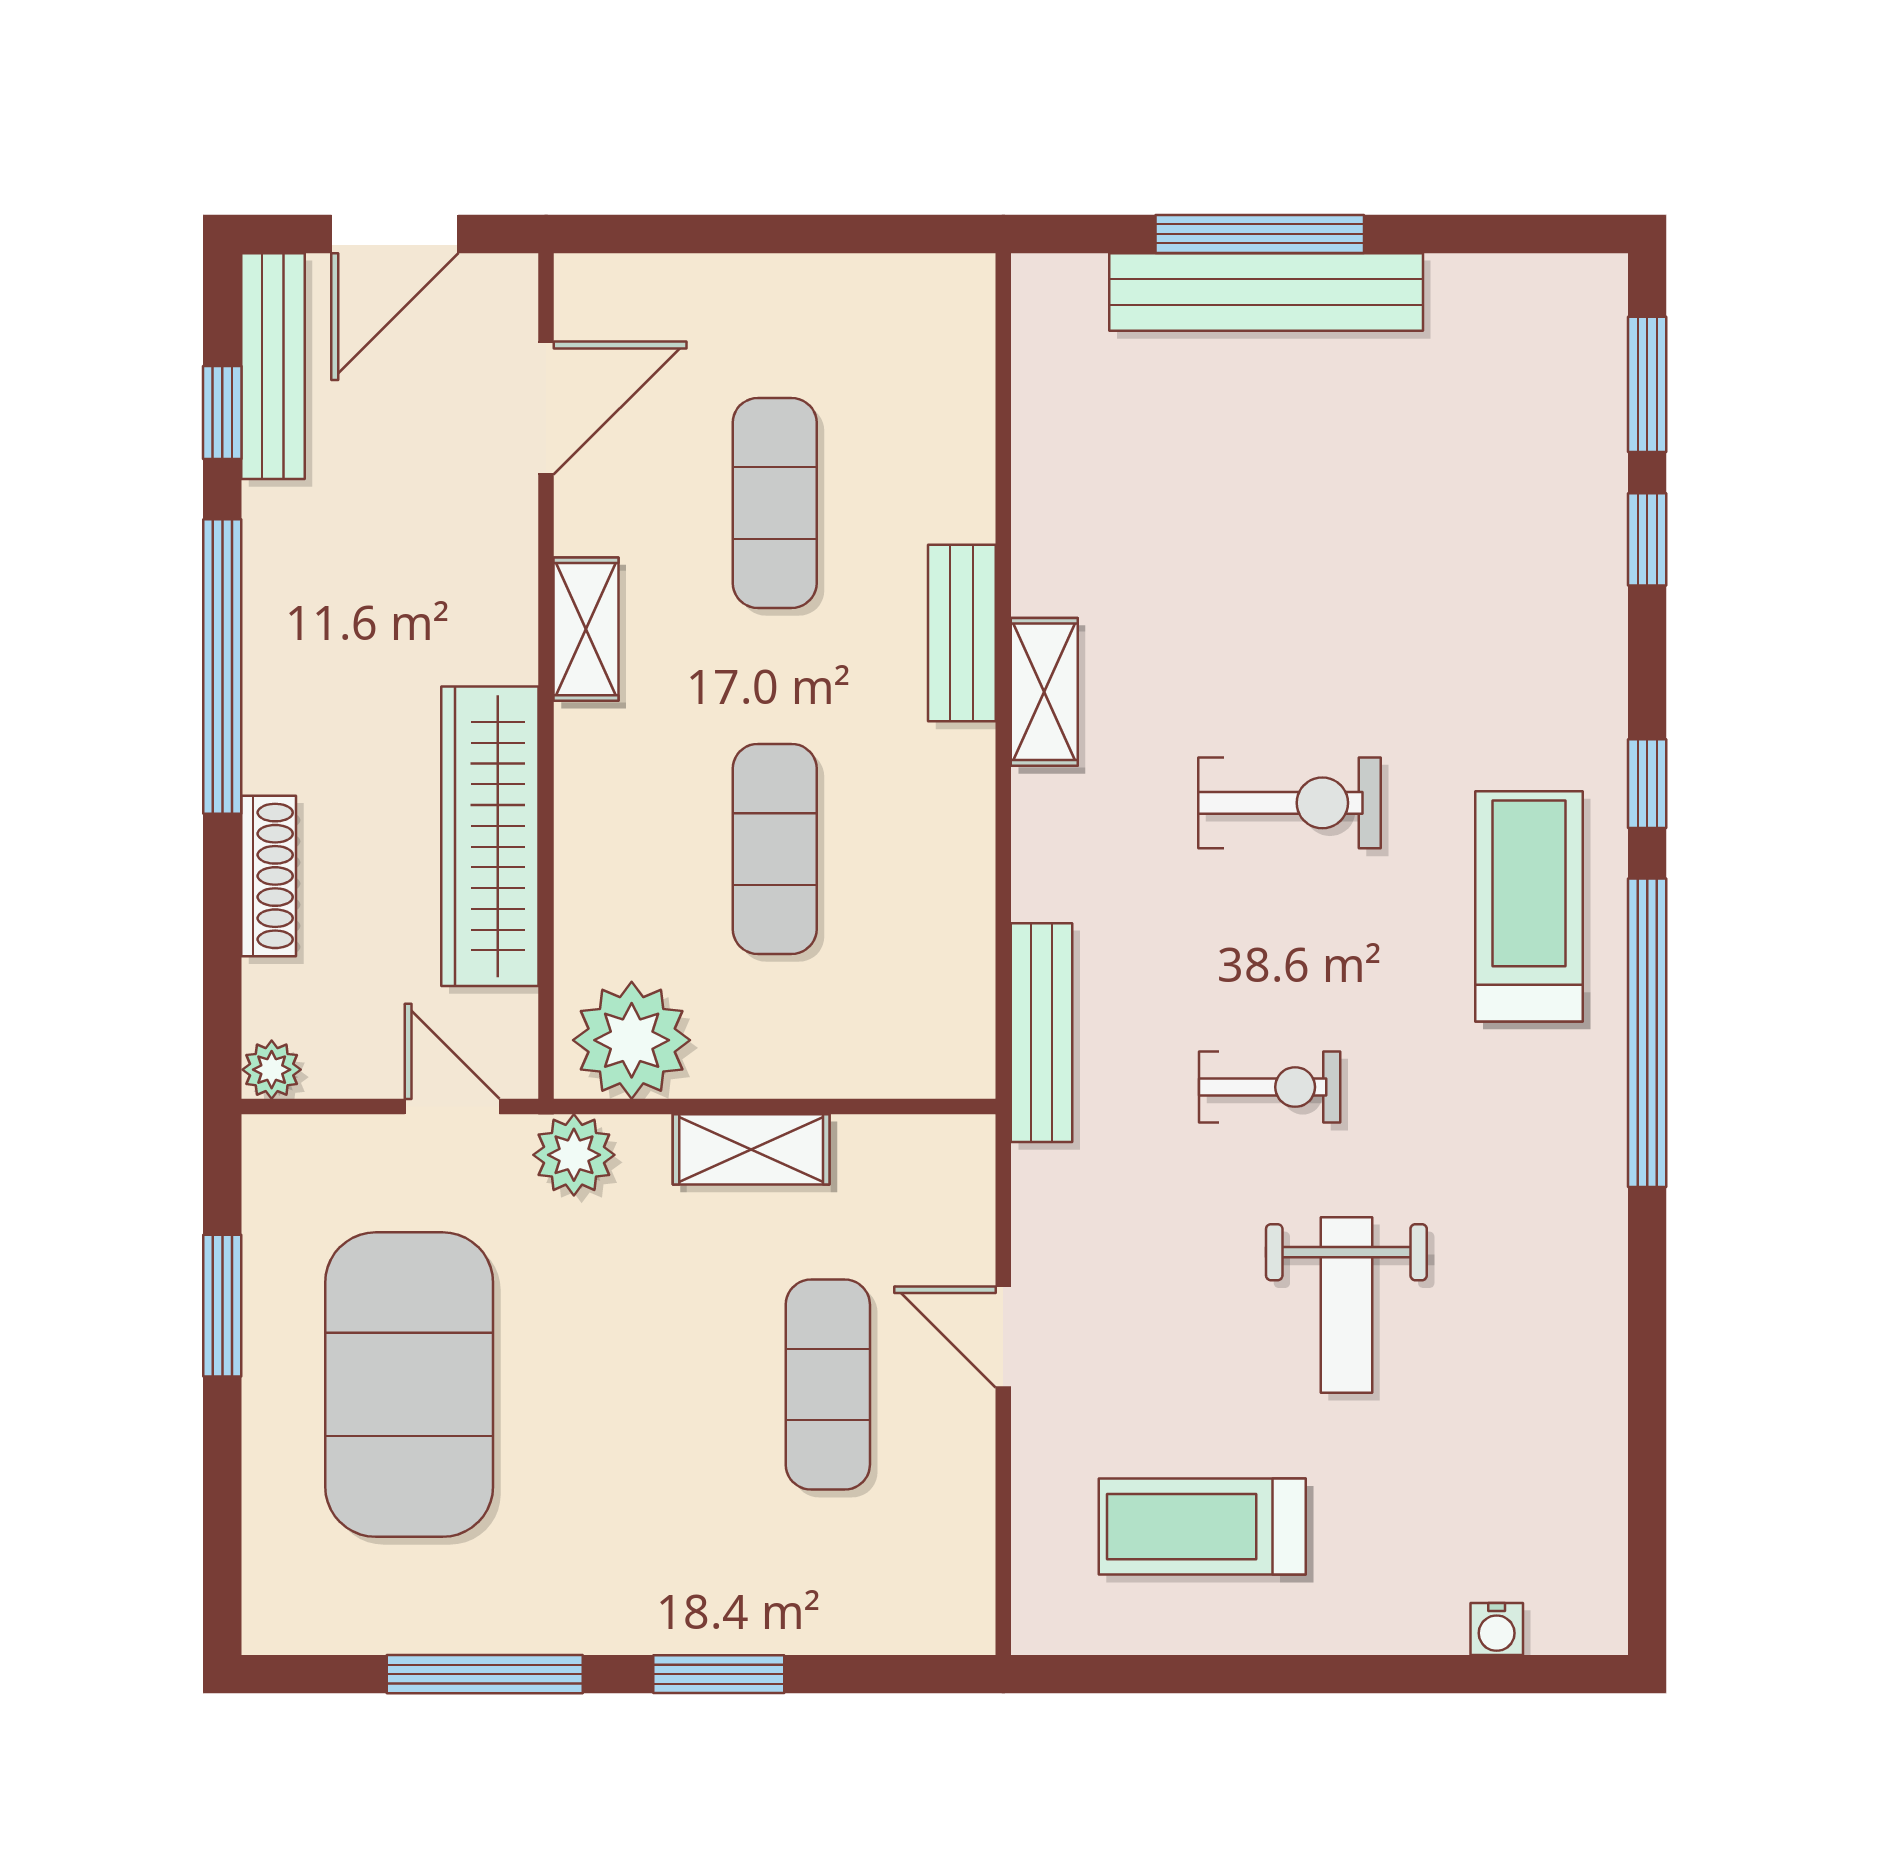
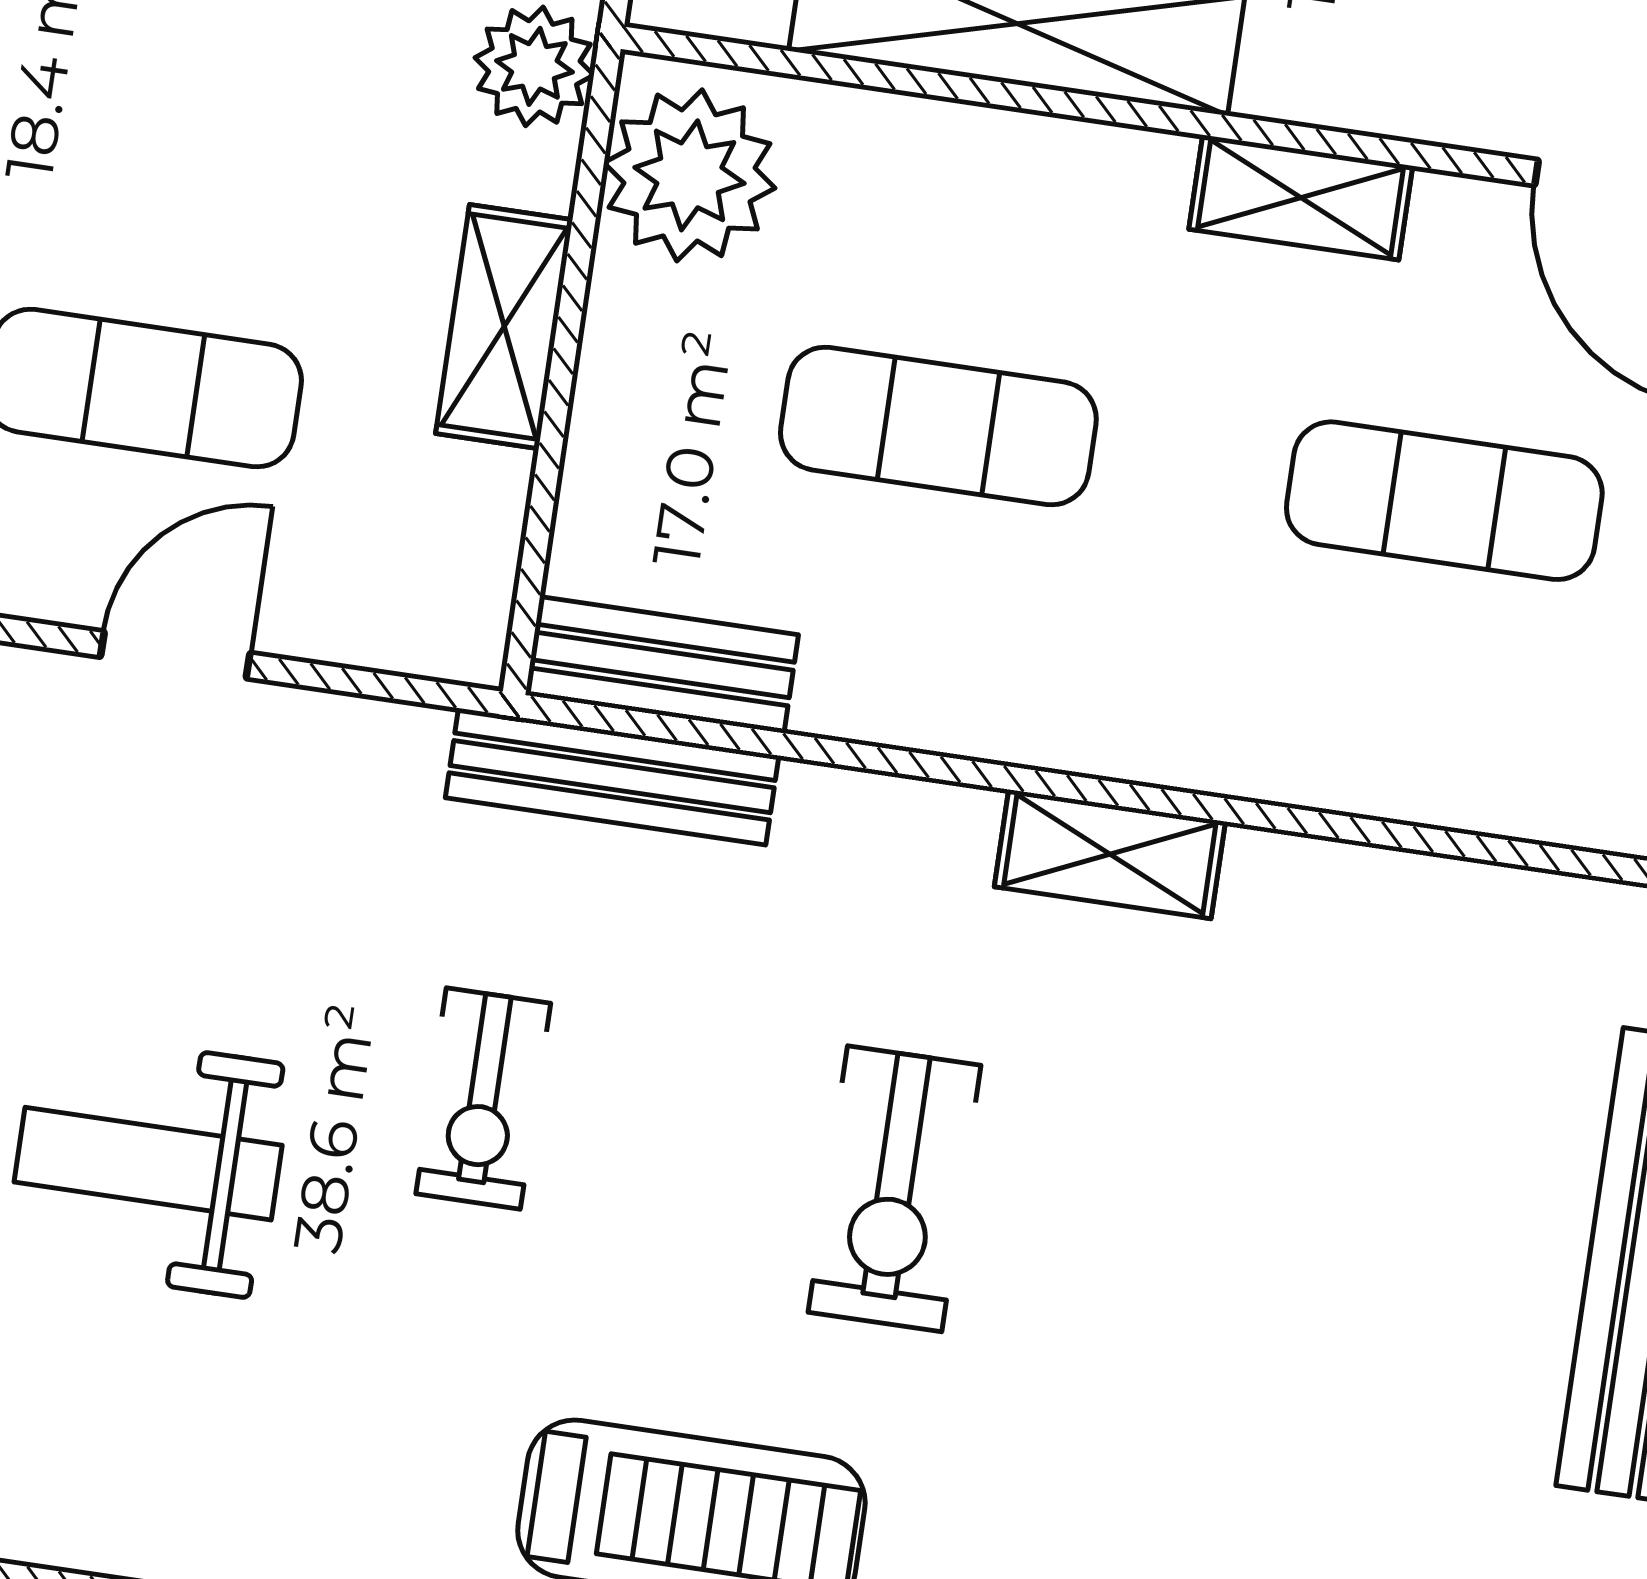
bench: (962, 633) -> (662, 665), moved

